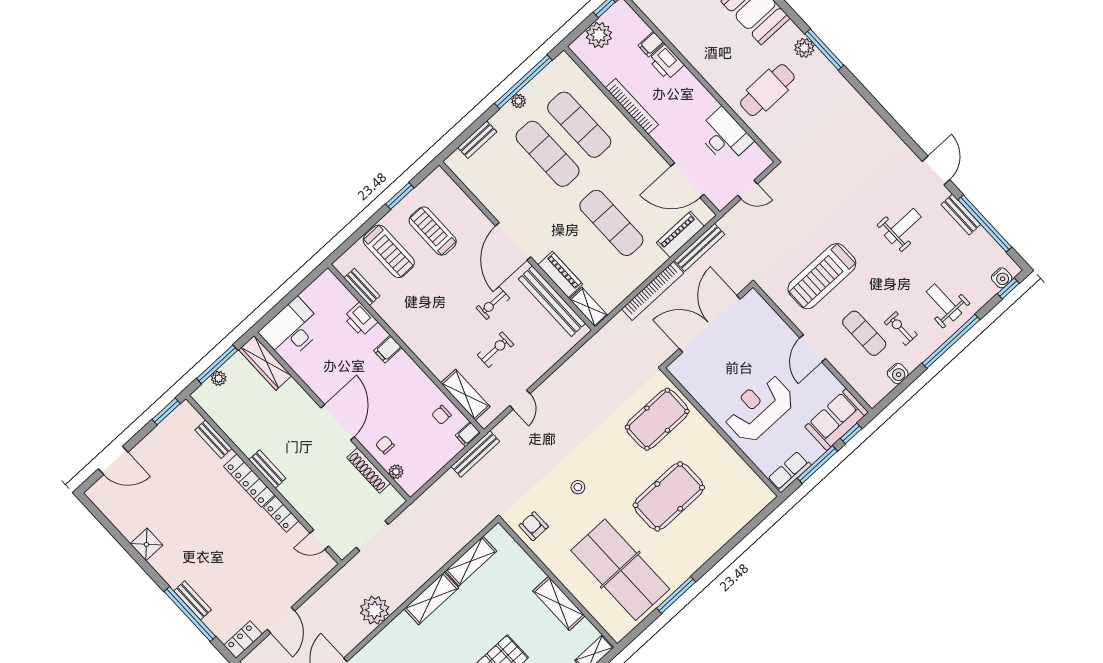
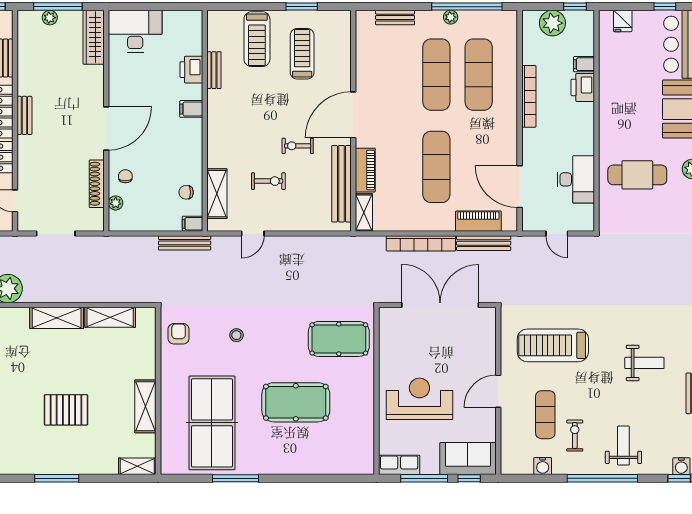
bench: (362, 287) -> (214, 70), moved

